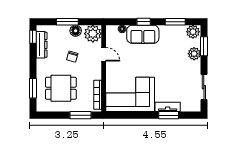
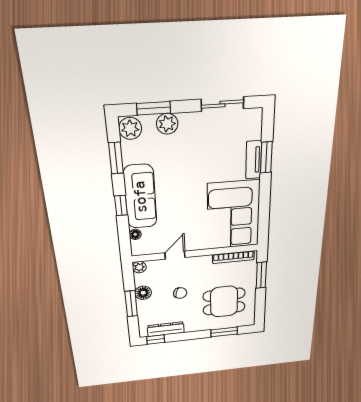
plant: (93, 34) -> (139, 267), width x0.53, depth x0.53
sofa: (143, 34) -> (140, 197), width x1.36
dining table: (61, 88) -> (224, 302), turned 90

